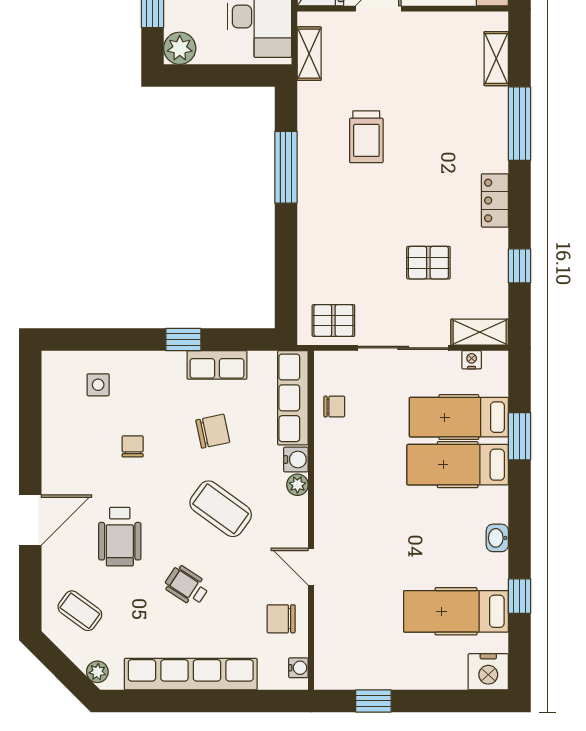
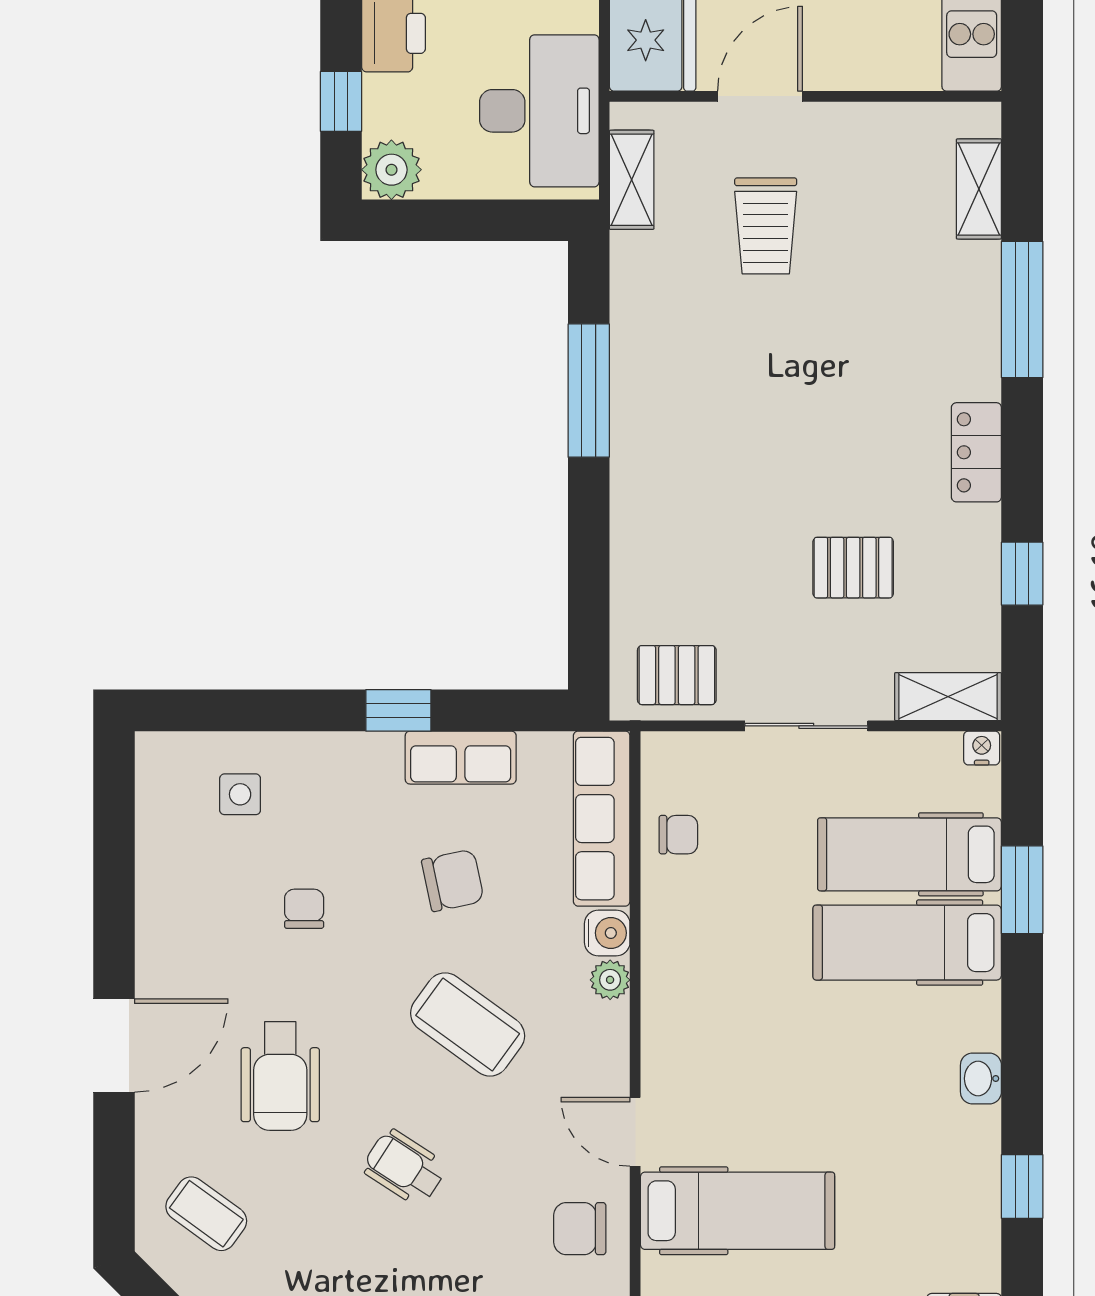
trolley: (366, 137) -> (766, 226), moved
sliding door: (403, 348) -> (806, 726), width x0.73
nightstand: (472, 360) -> (982, 748), moved
hospital bed: (456, 611) -> (737, 1211), moved, turned 180

